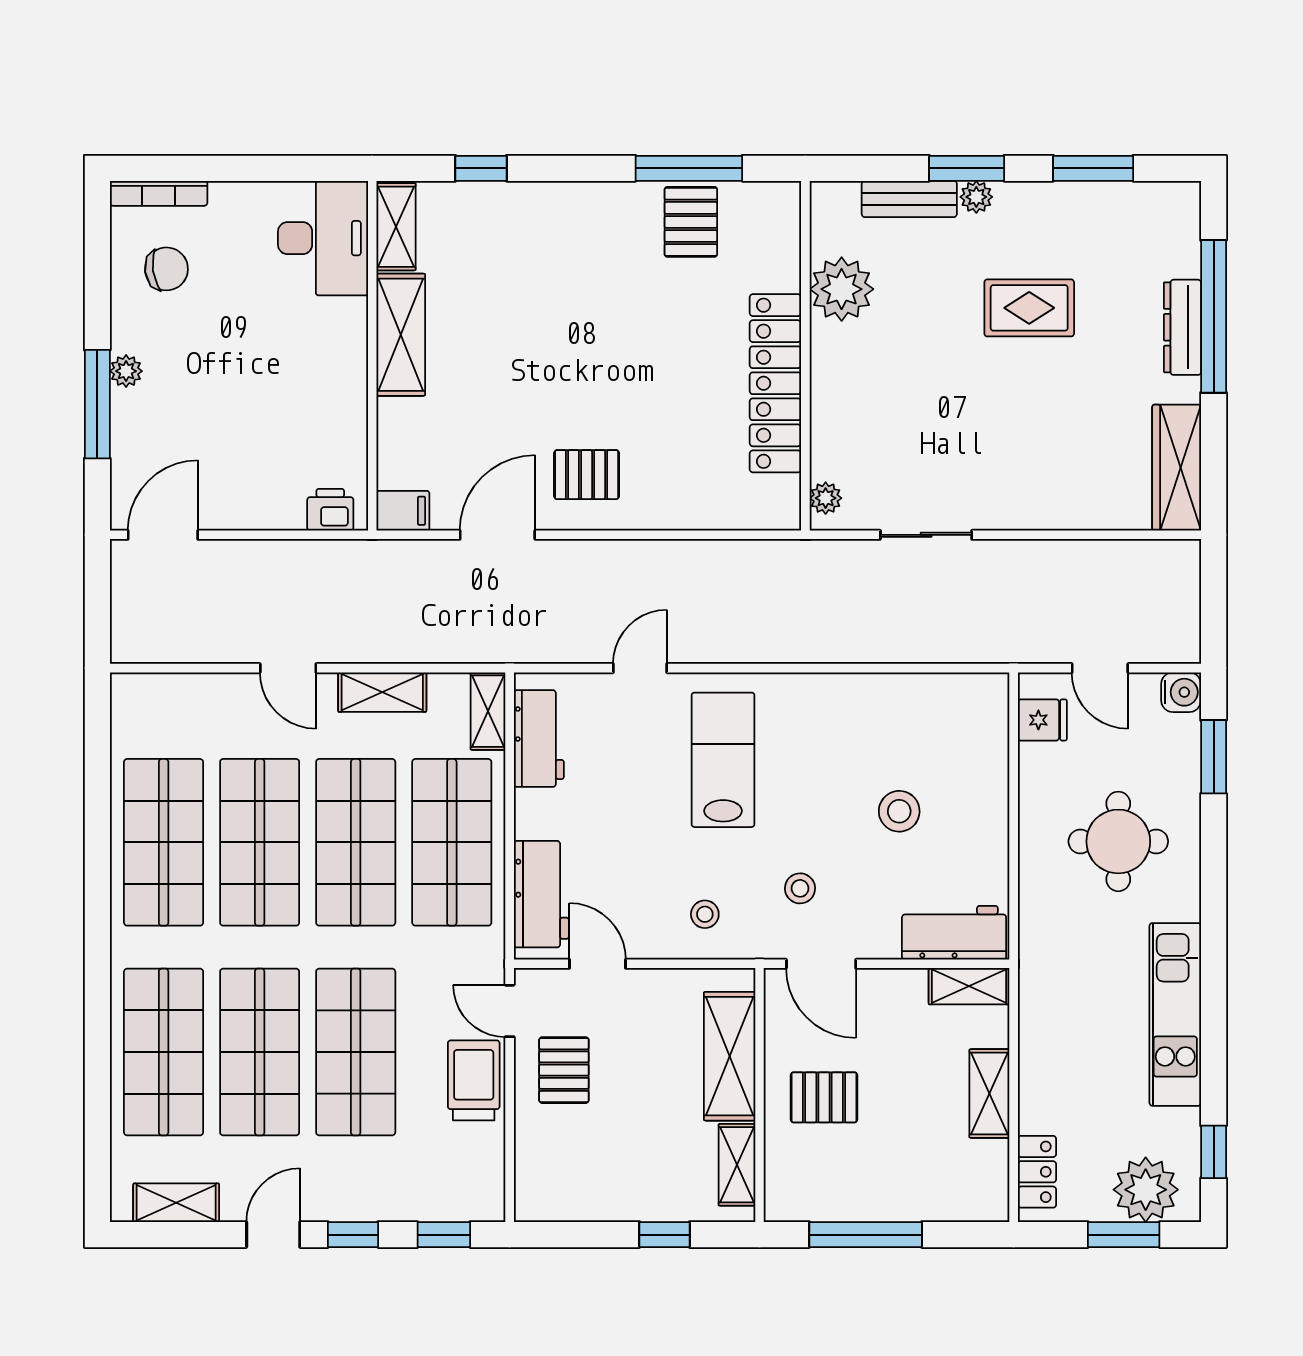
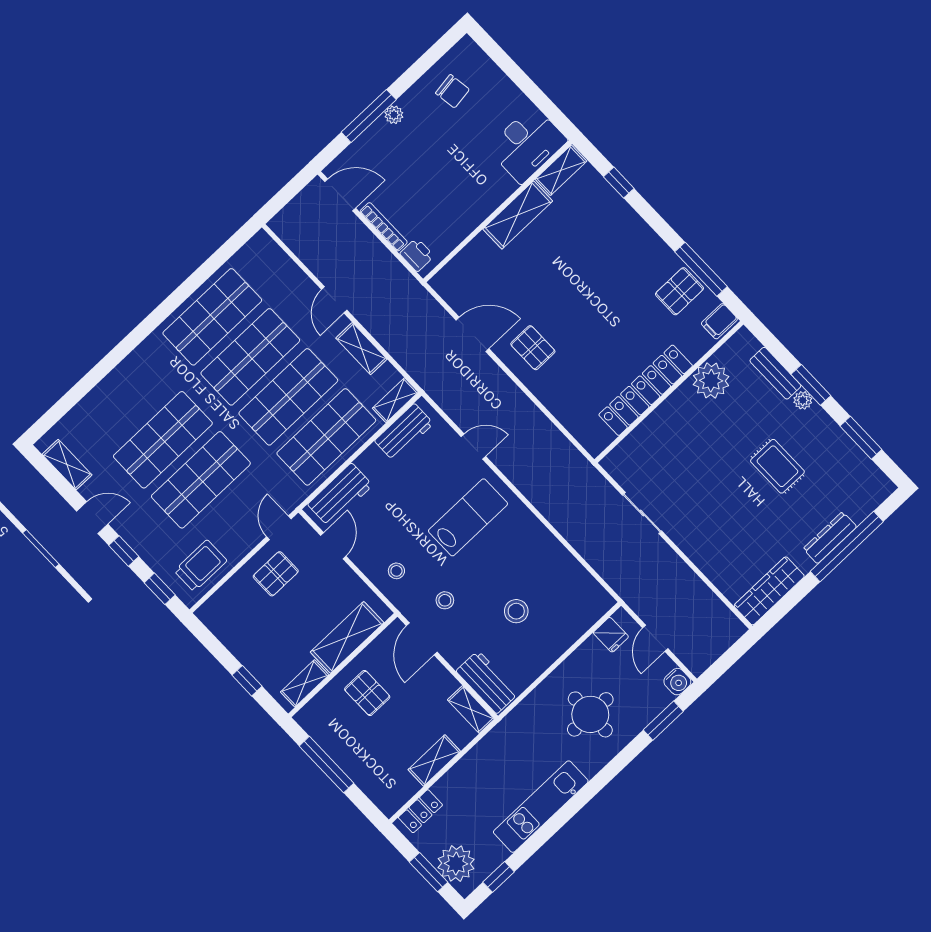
bookcase: (159, 193) -> (384, 227), moved, turned 180
plant: (826, 498) -> (618, 457), removed
filing cabinet: (403, 511) -> (719, 321), moved, turned 90
shop shelf: (164, 1052) -> (125, 400), removed
trolley: (474, 1080) -> (201, 566), moved

